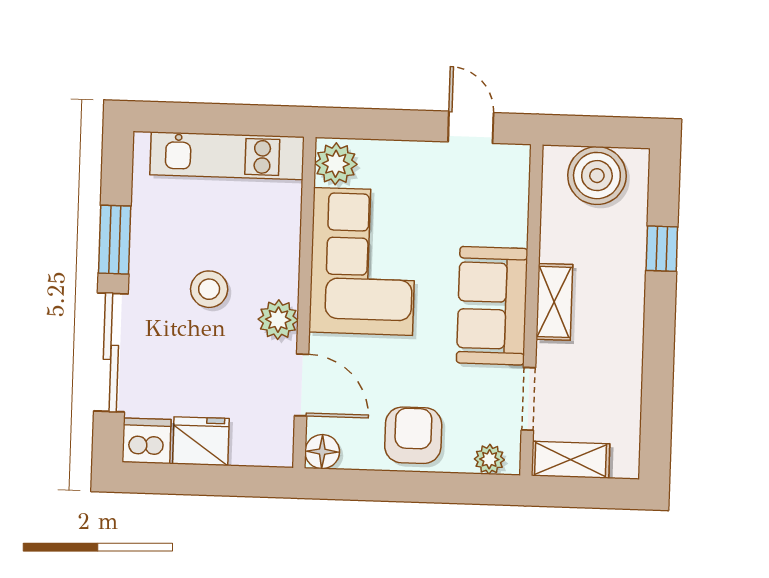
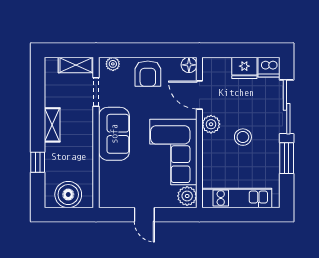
door: (471, 127) -> (144, 215), moved
shelving: (554, 302) -> (52, 125), moved

